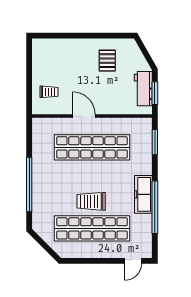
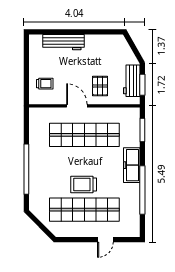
workbench: (69, 47) -> (63, 42), added
pallet: (107, 61) -> (100, 86), moved
freezer: (143, 194) -> (132, 165), moved
door: (133, 261) -> (105, 240), moved

